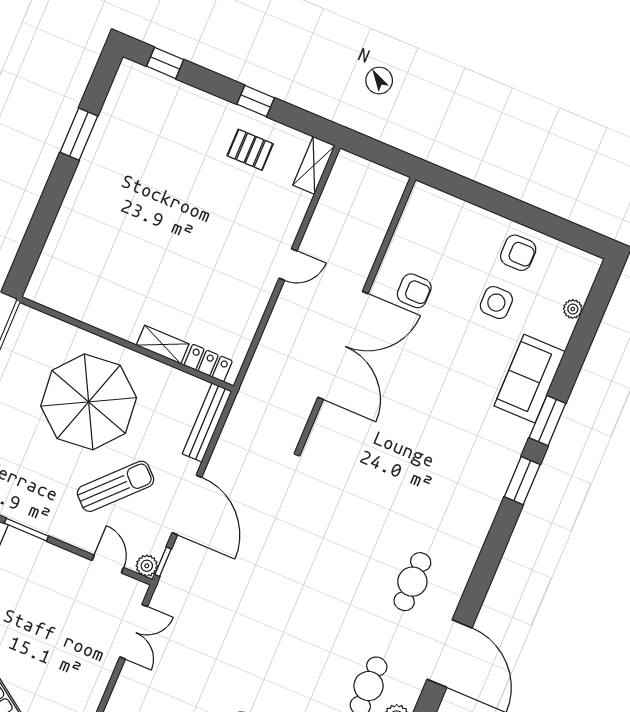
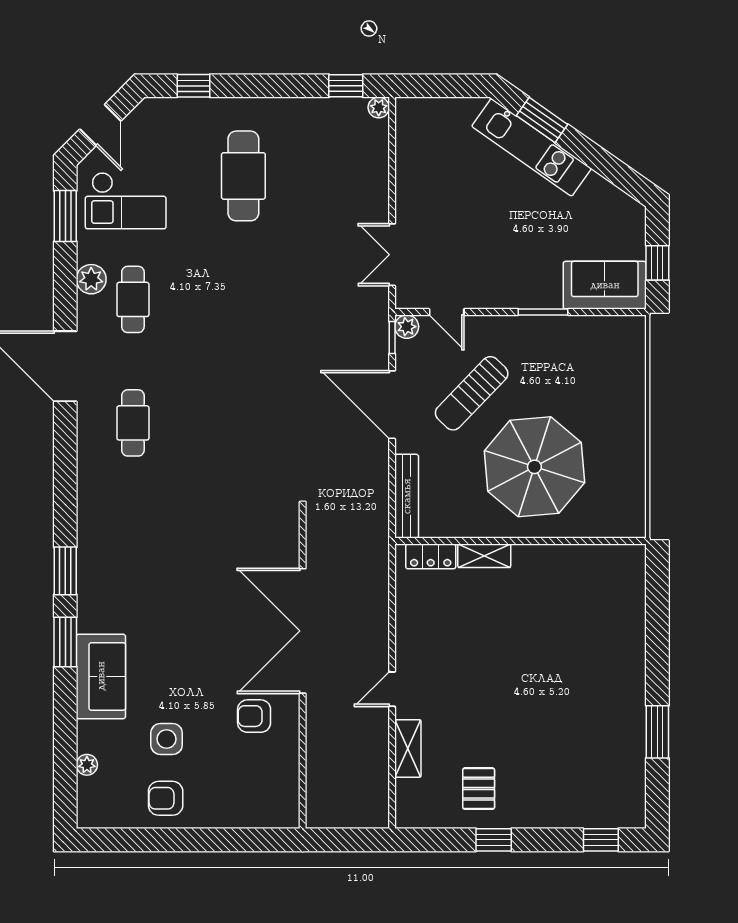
pallet: (250, 150) -> (479, 789), turned 90
shelving: (314, 165) -> (408, 748), moved

